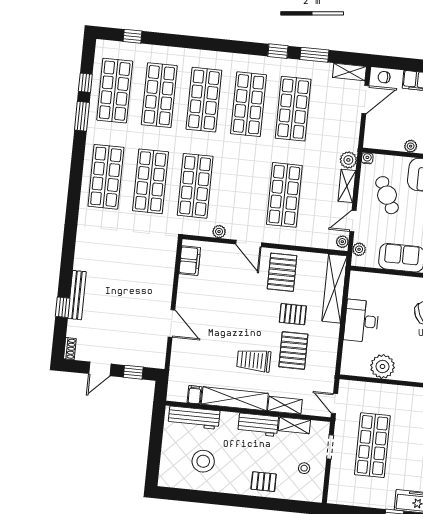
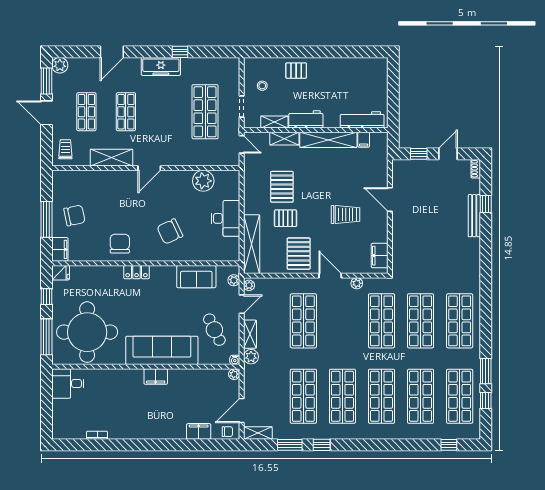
plant: (411, 146) -> (234, 374), moved
trolley: (254, 360) -> (346, 215), moved
stool: (203, 461) -> (350, 83), removed

